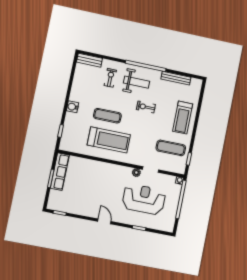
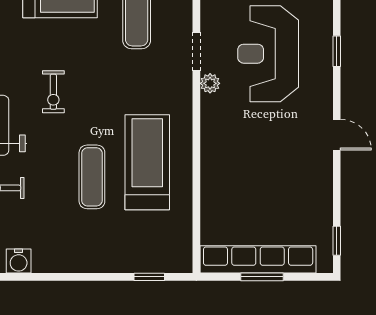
water cooler: (73, 107) -> (19, 261), moved
row of seats: (60, 172) -> (258, 259), width x1.36
door: (104, 221) -> (337, 135), swing flipped

